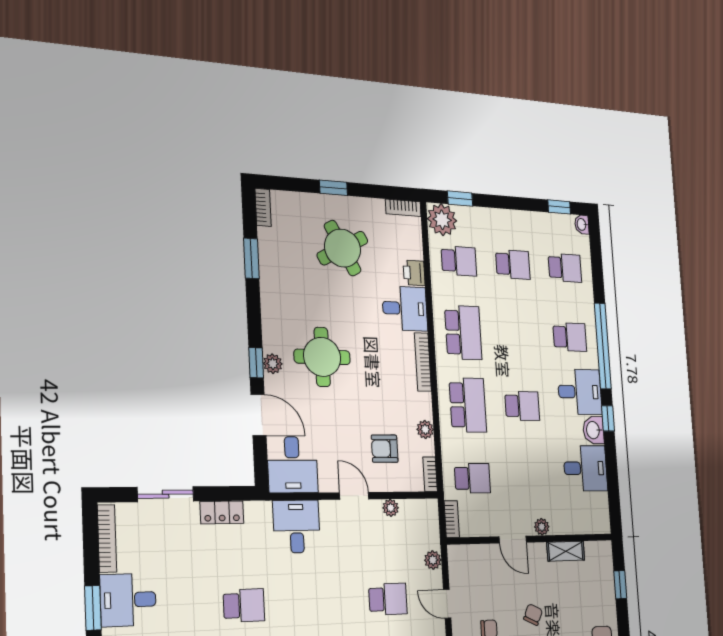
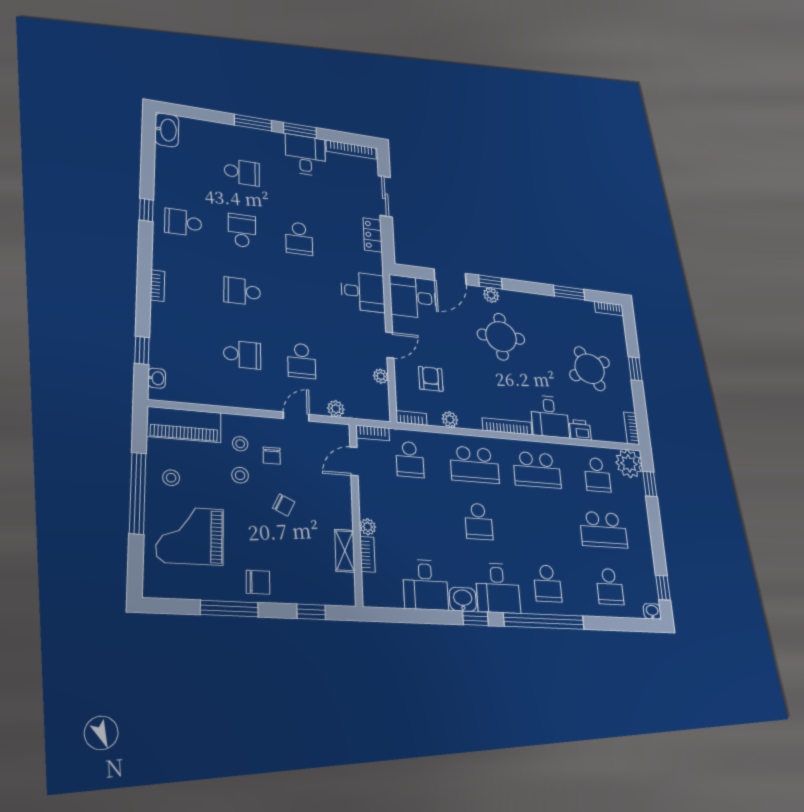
school desk: (513, 264) -> (603, 530), width x1.85
bookcase: (566, 528) -> (367, 554), added
door: (513, 540) -> (354, 461), moved

